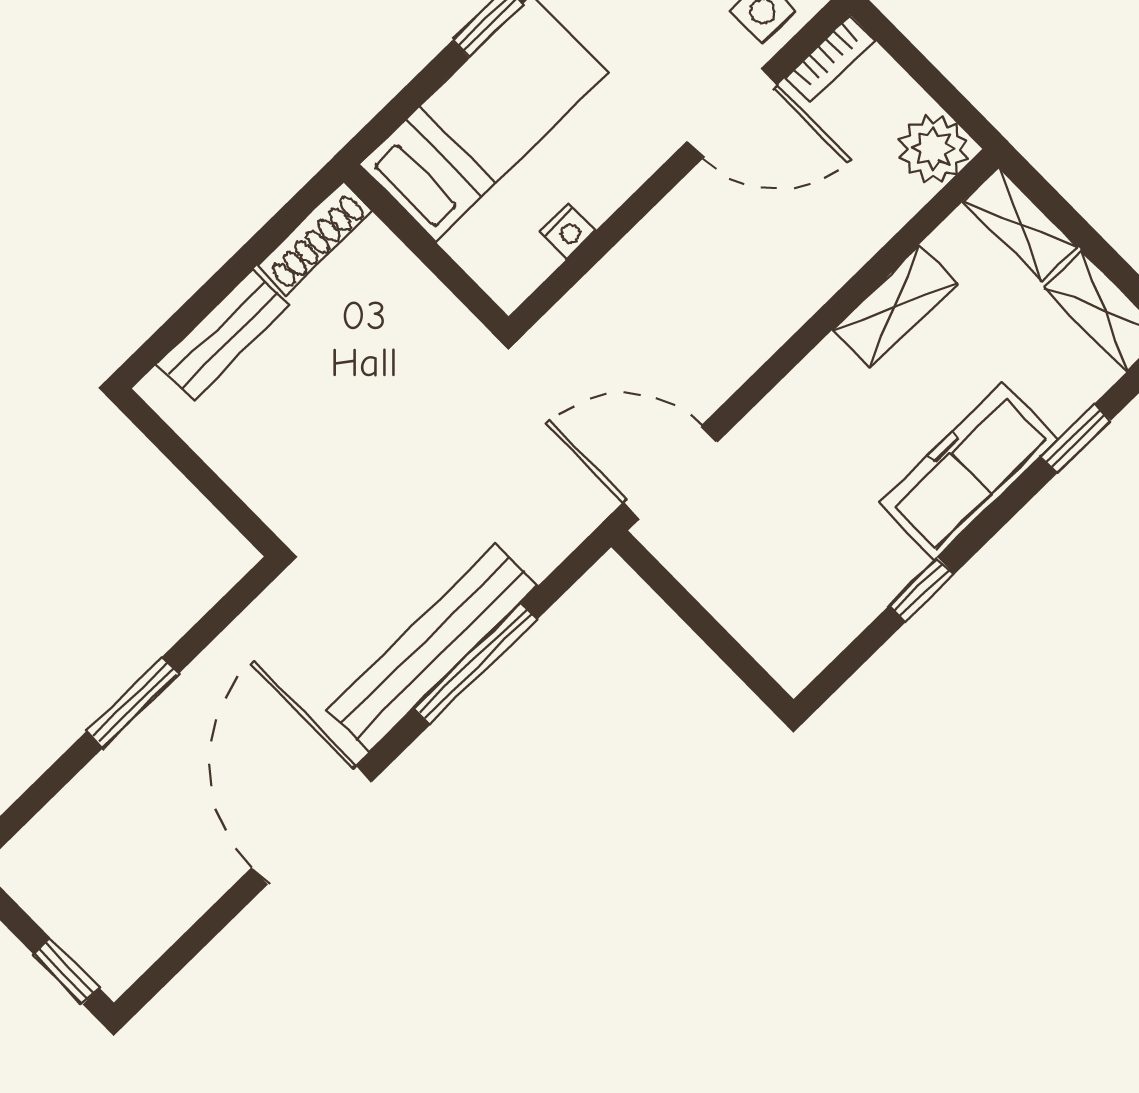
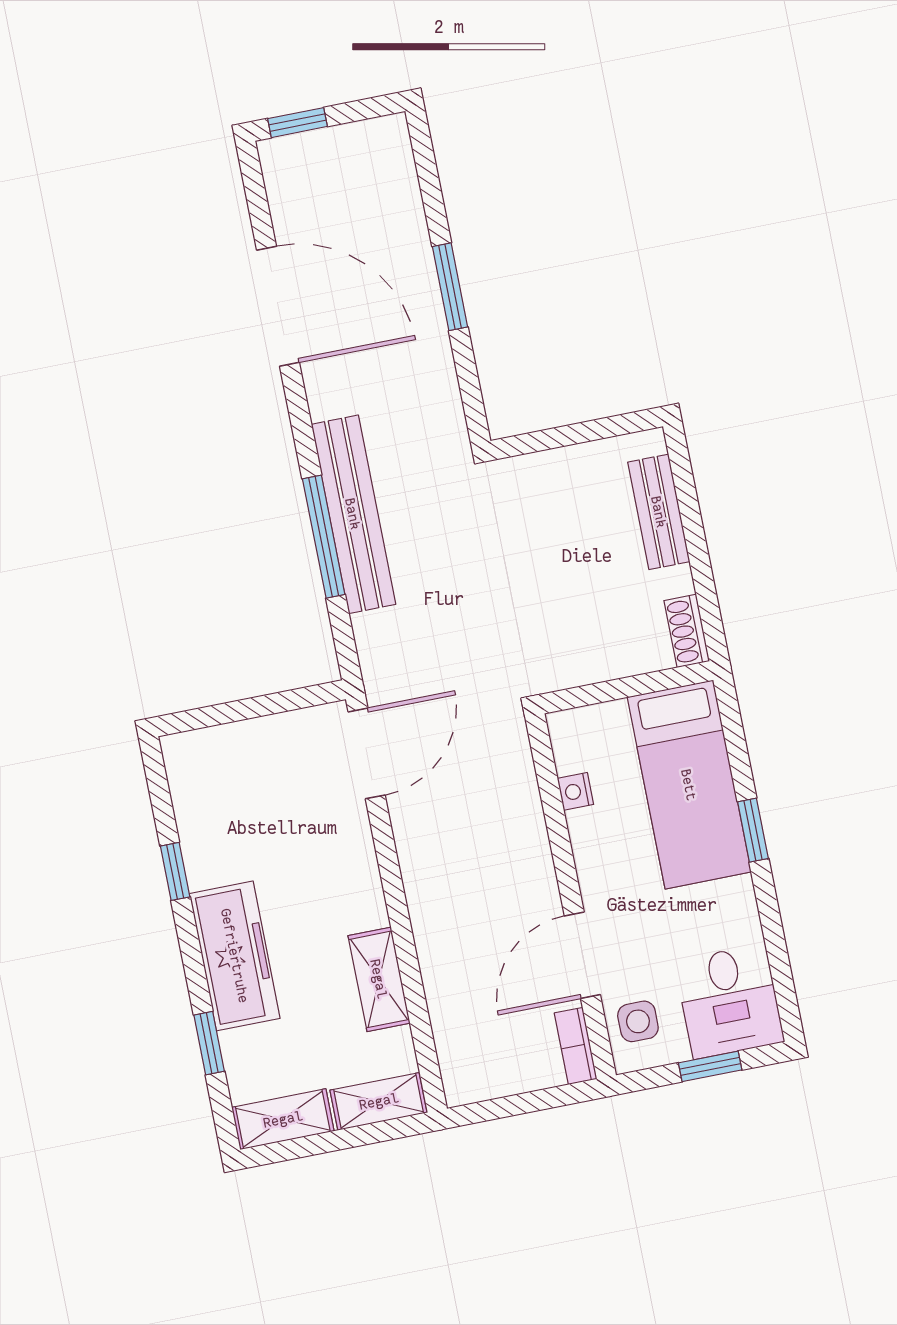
plant: (934, 149) -> (469, 1076), removed
shoe rack: (314, 238) -> (687, 631), width x0.70
door: (312, 824) -> (278, 306), moved

